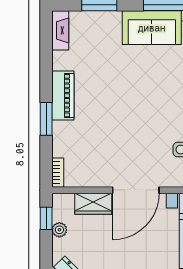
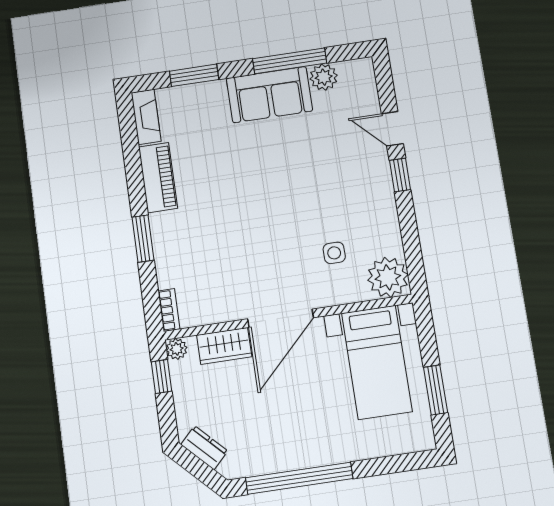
piano: (63, 96) -> (158, 178), moved
plant: (59, 230) -> (177, 349), moved

